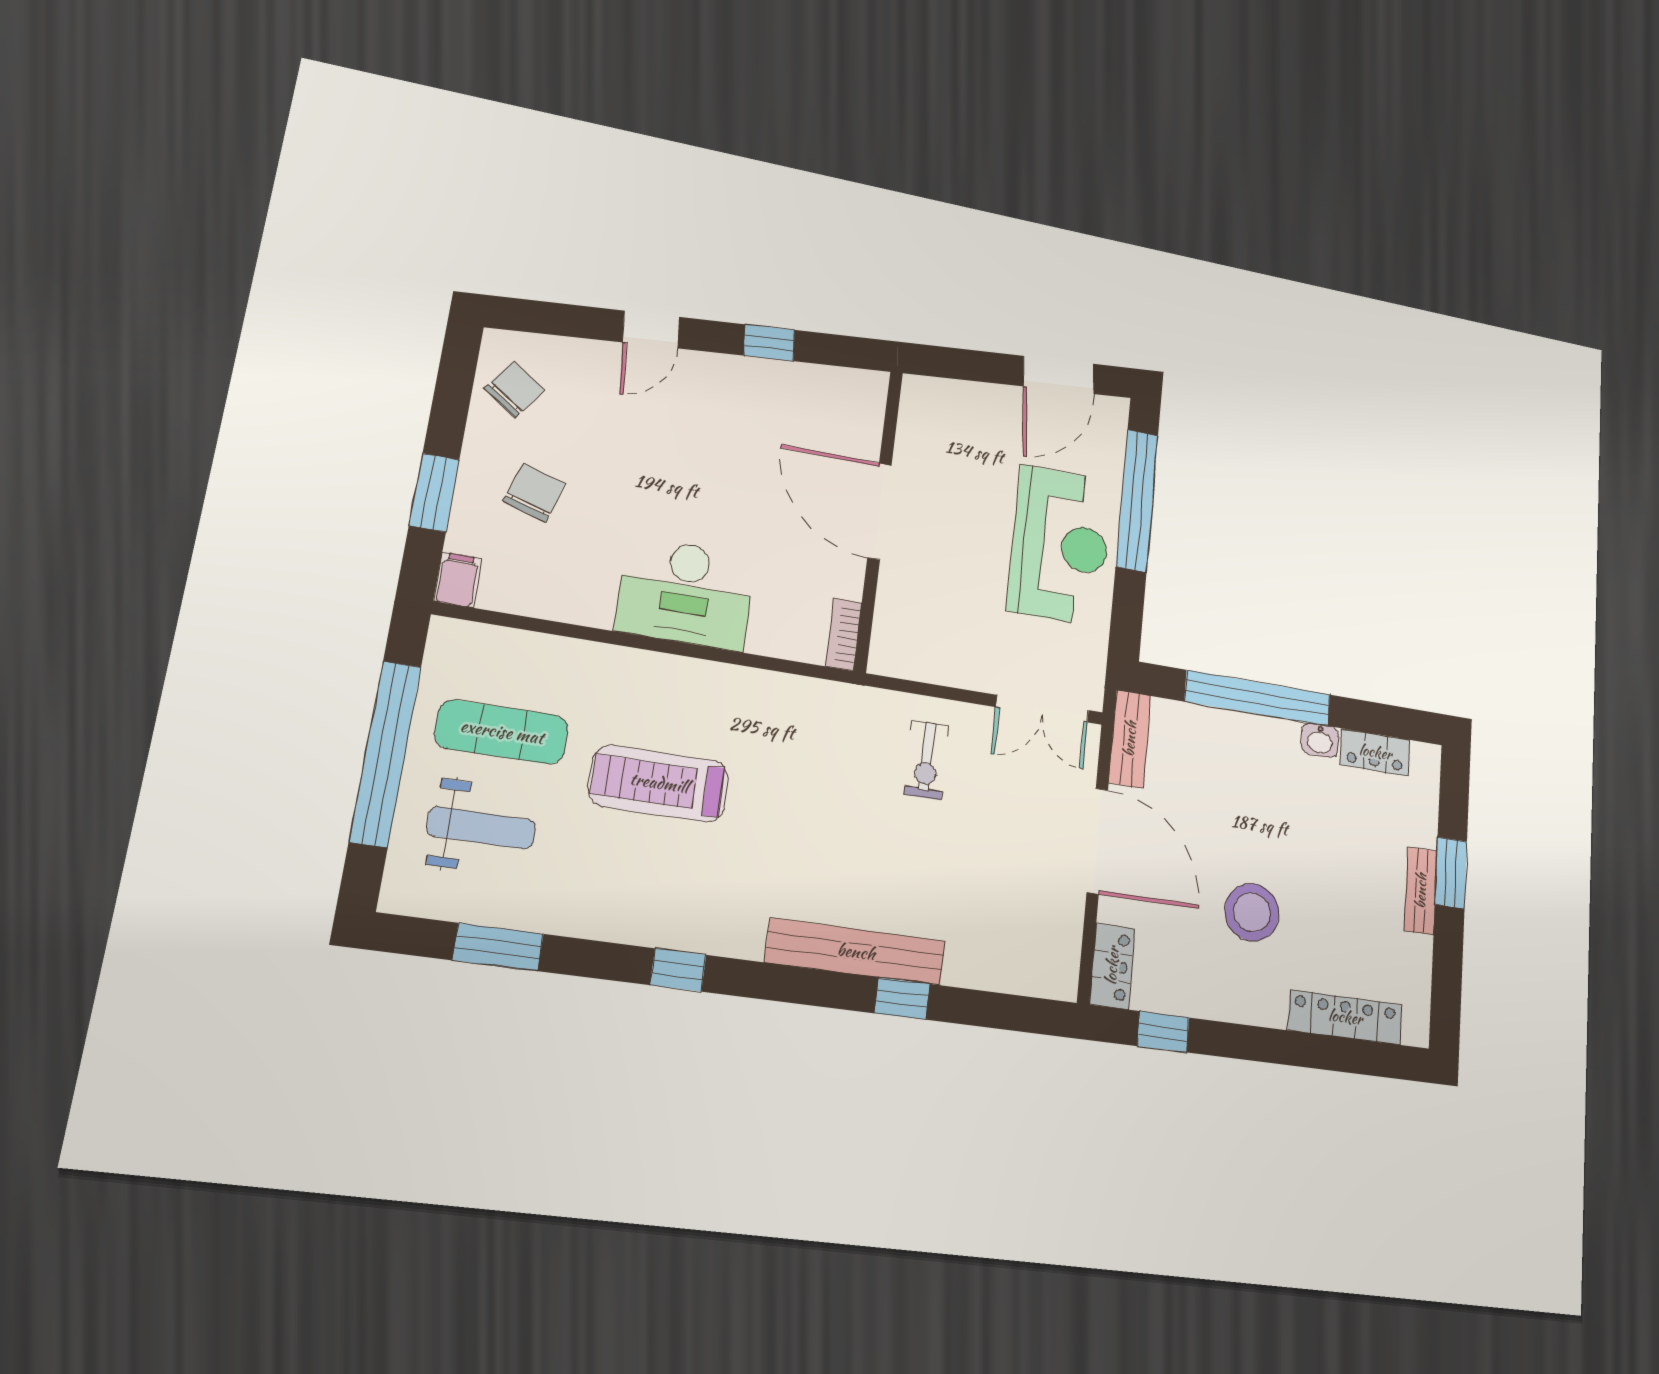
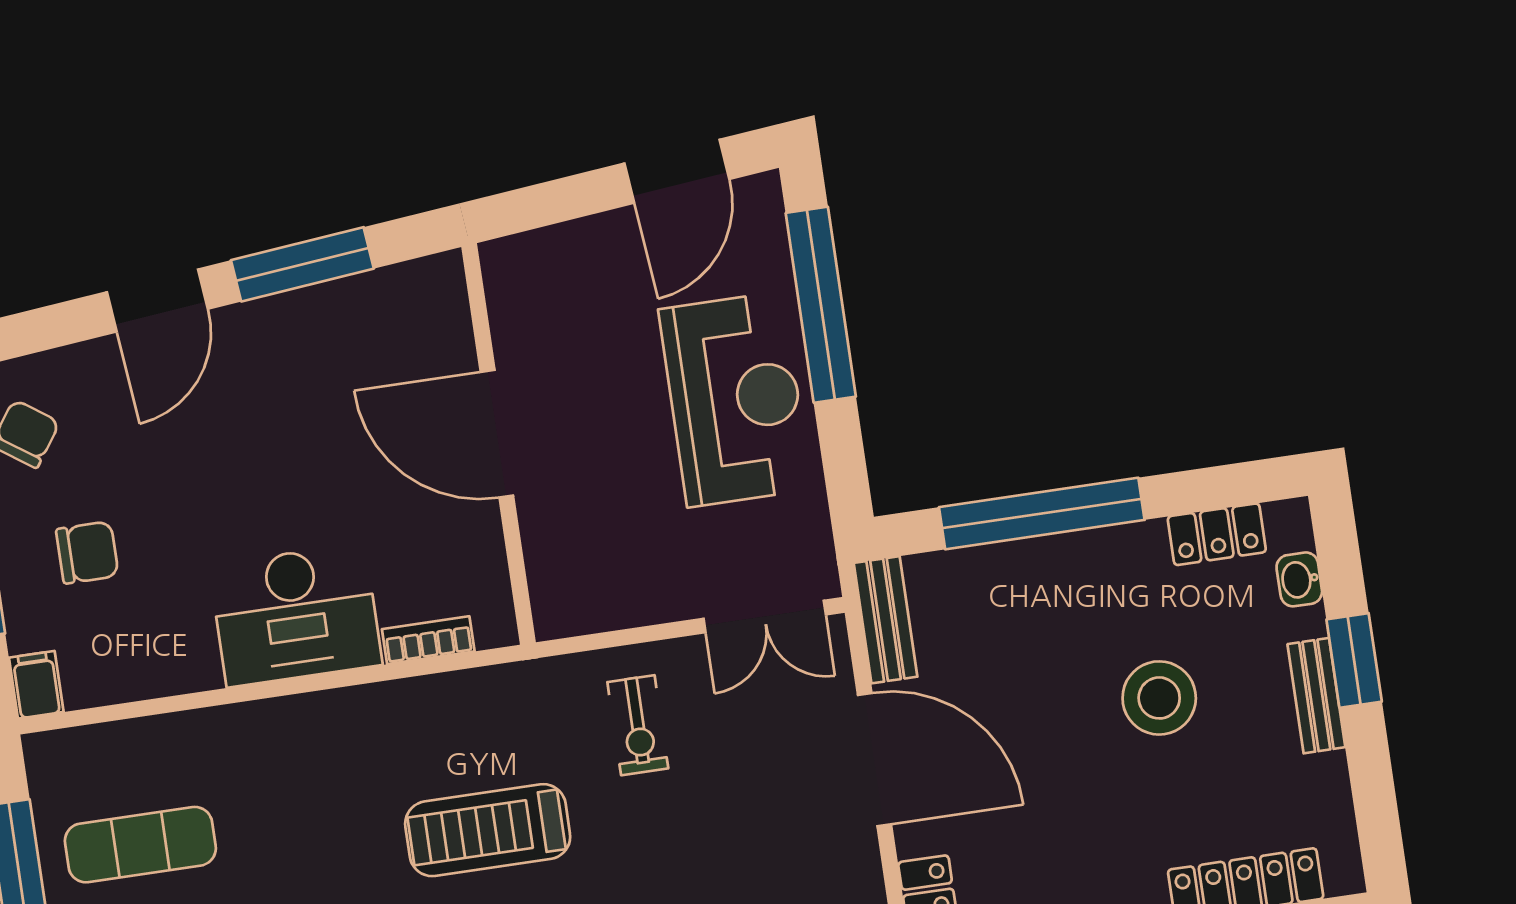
door: (651, 330) -> (157, 300), width x1.38
window: (769, 343) -> (302, 264), width x2.17
chair: (534, 493) -> (87, 552), turned 73
bookcase: (844, 634) -> (428, 640), moved, turned 90
washbasin: (1320, 740) -> (1299, 579), moved, turned 90
treadmill: (659, 783) -> (488, 830), moved
stool: (1252, 912) -> (1159, 698), moved

